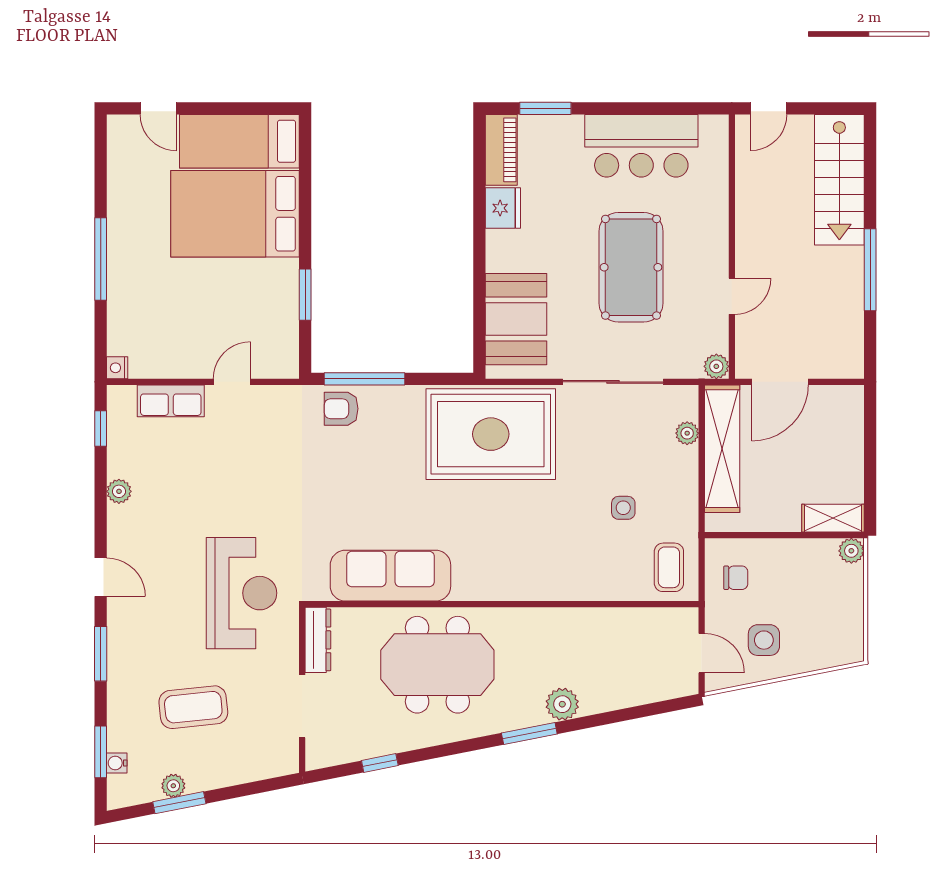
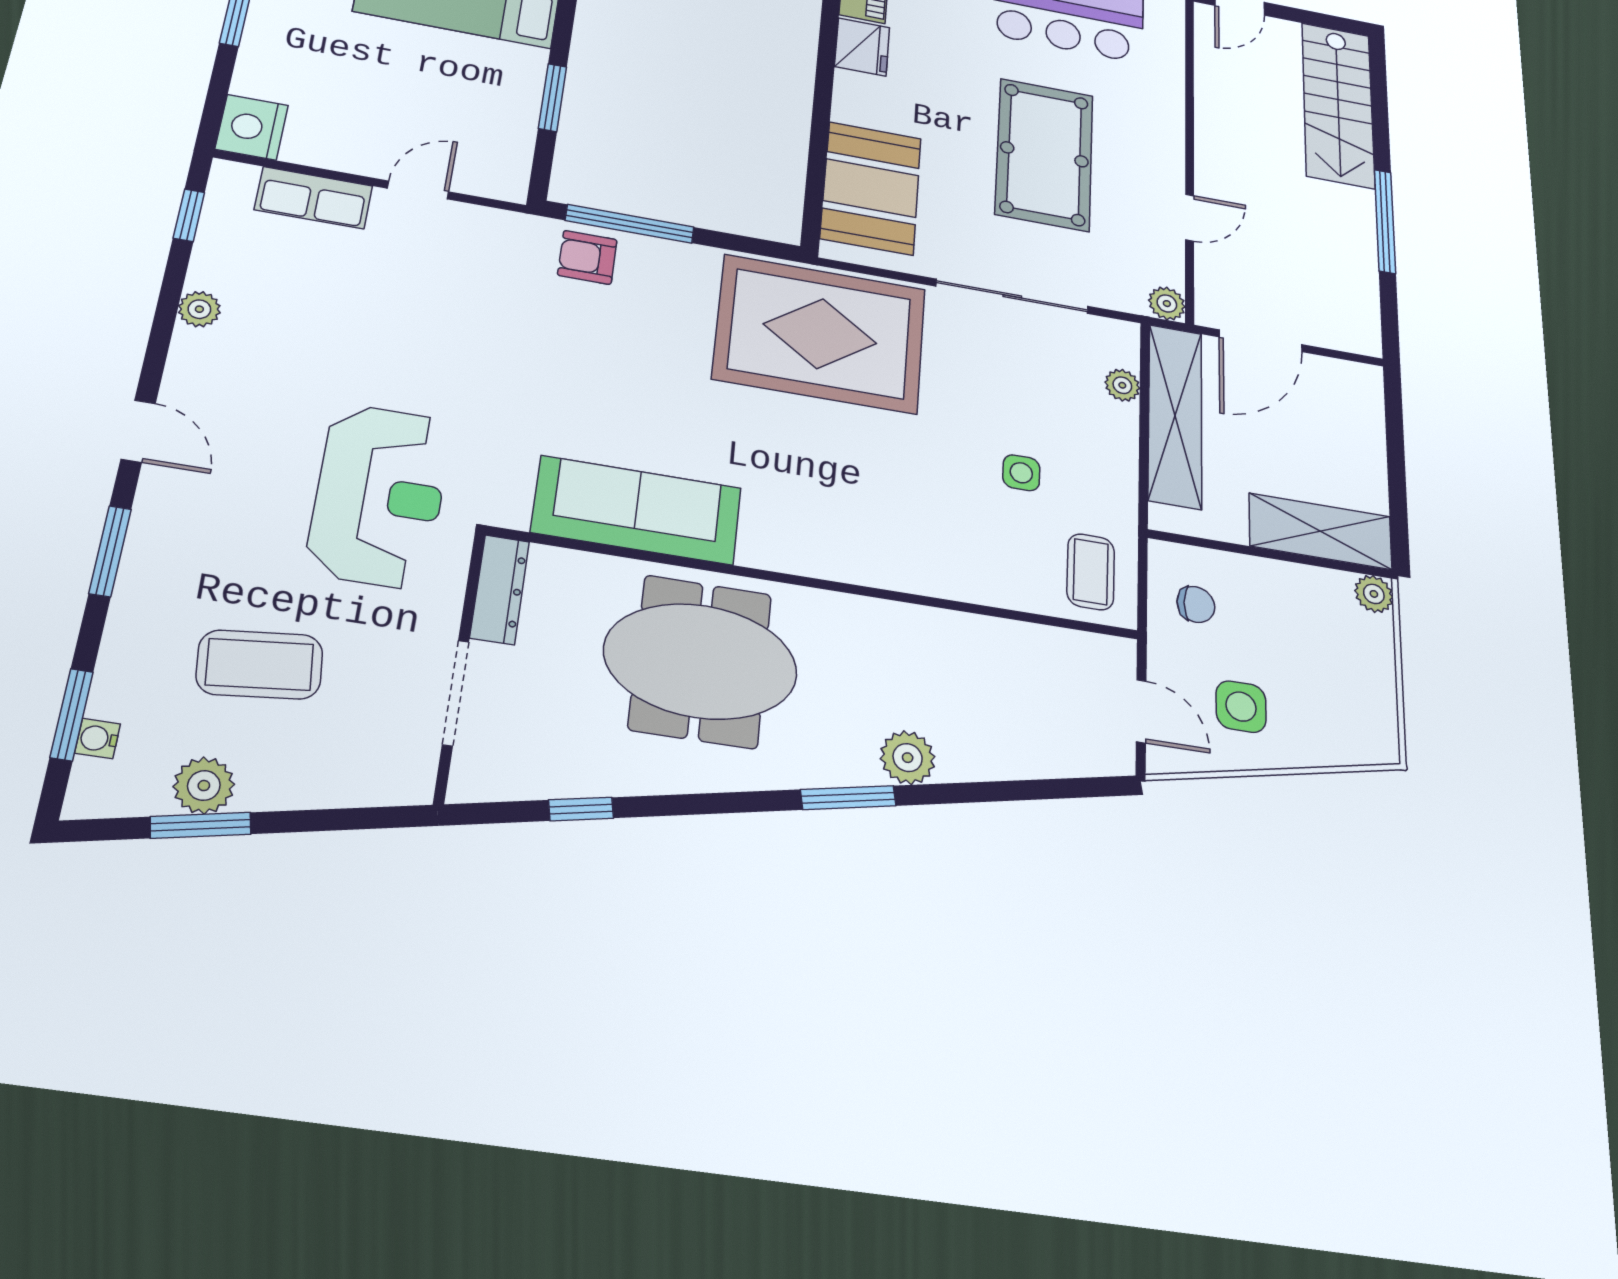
nightstand: (117, 368) -> (252, 127), width x1.89, depth x1.79
shelving: (833, 518) -> (1320, 531), width x1.50, depth x1.33
plant: (173, 786) -> (204, 786), width x1.38, depth x1.38

